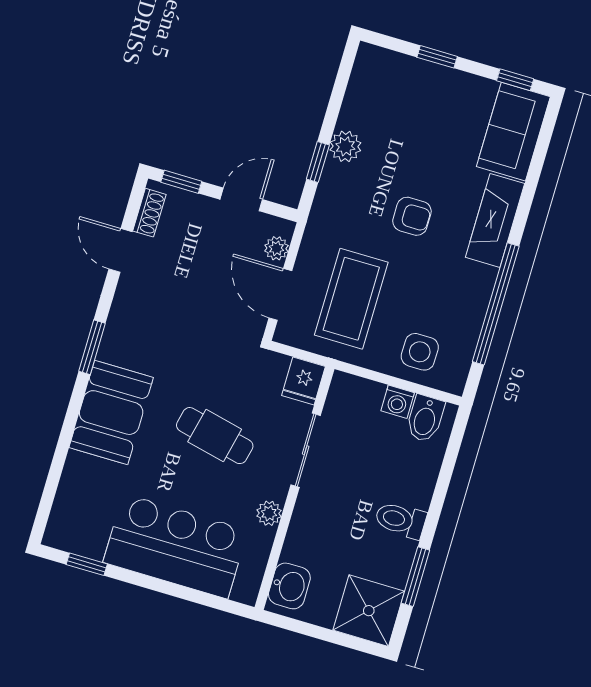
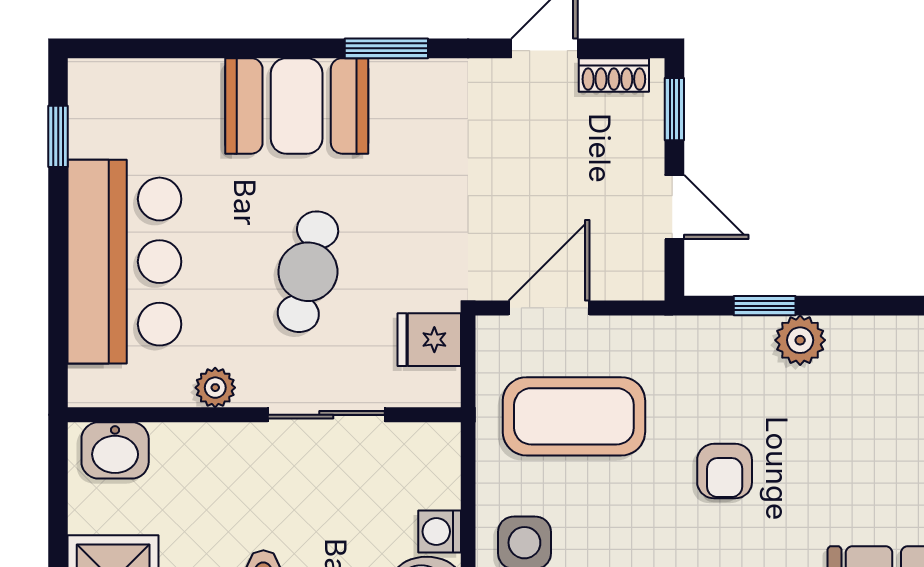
plant: (276, 248) -> (617, 282), removed
fridge: (304, 381) -> (429, 340), moved

